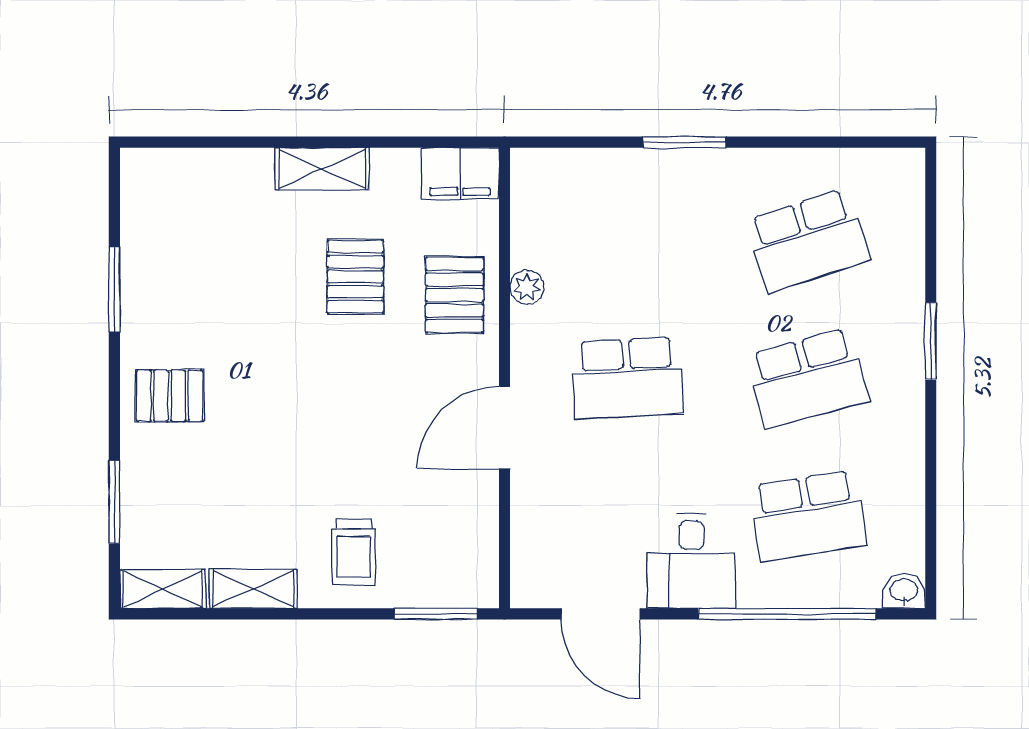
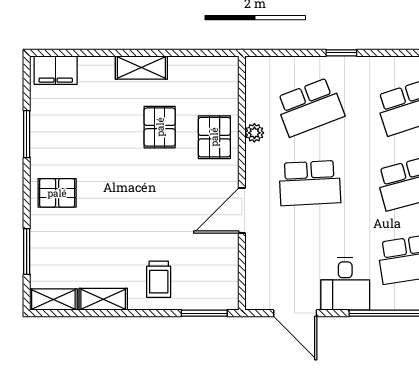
window: (684, 142) -> (341, 53), width x0.67
filing cabinet: (460, 174) -> (56, 70), moved
school desk: (627, 240) -> (310, 107), added

